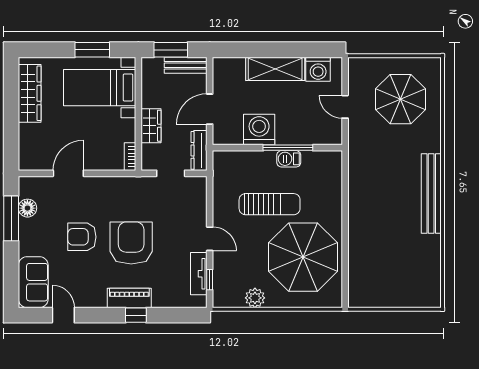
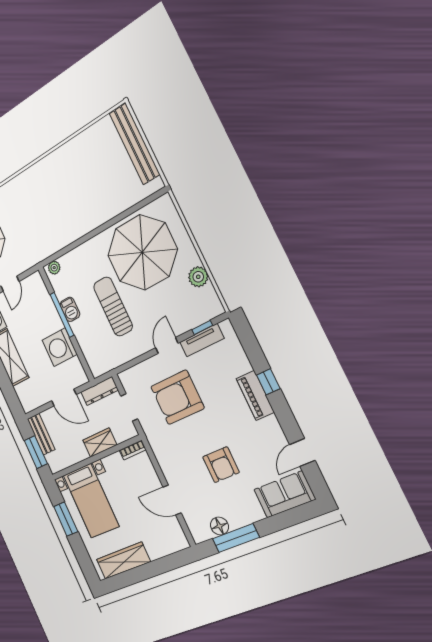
plant: (335, 162) -> (54, 268), added
bench: (431, 194) -> (135, 144), moved, turned 90
armchair: (131, 243) -> (177, 397), moved

